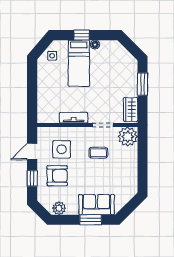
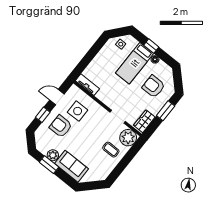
armchair: (114, 71) -> (154, 86), added
tv unit: (74, 118) -> (87, 85), moved
coffee table: (98, 153) -> (111, 150), moved
armchair: (57, 176) -> (61, 126), turned 180
plant: (59, 208) -> (53, 155), moved
window: (91, 220) -> (49, 165), moved

